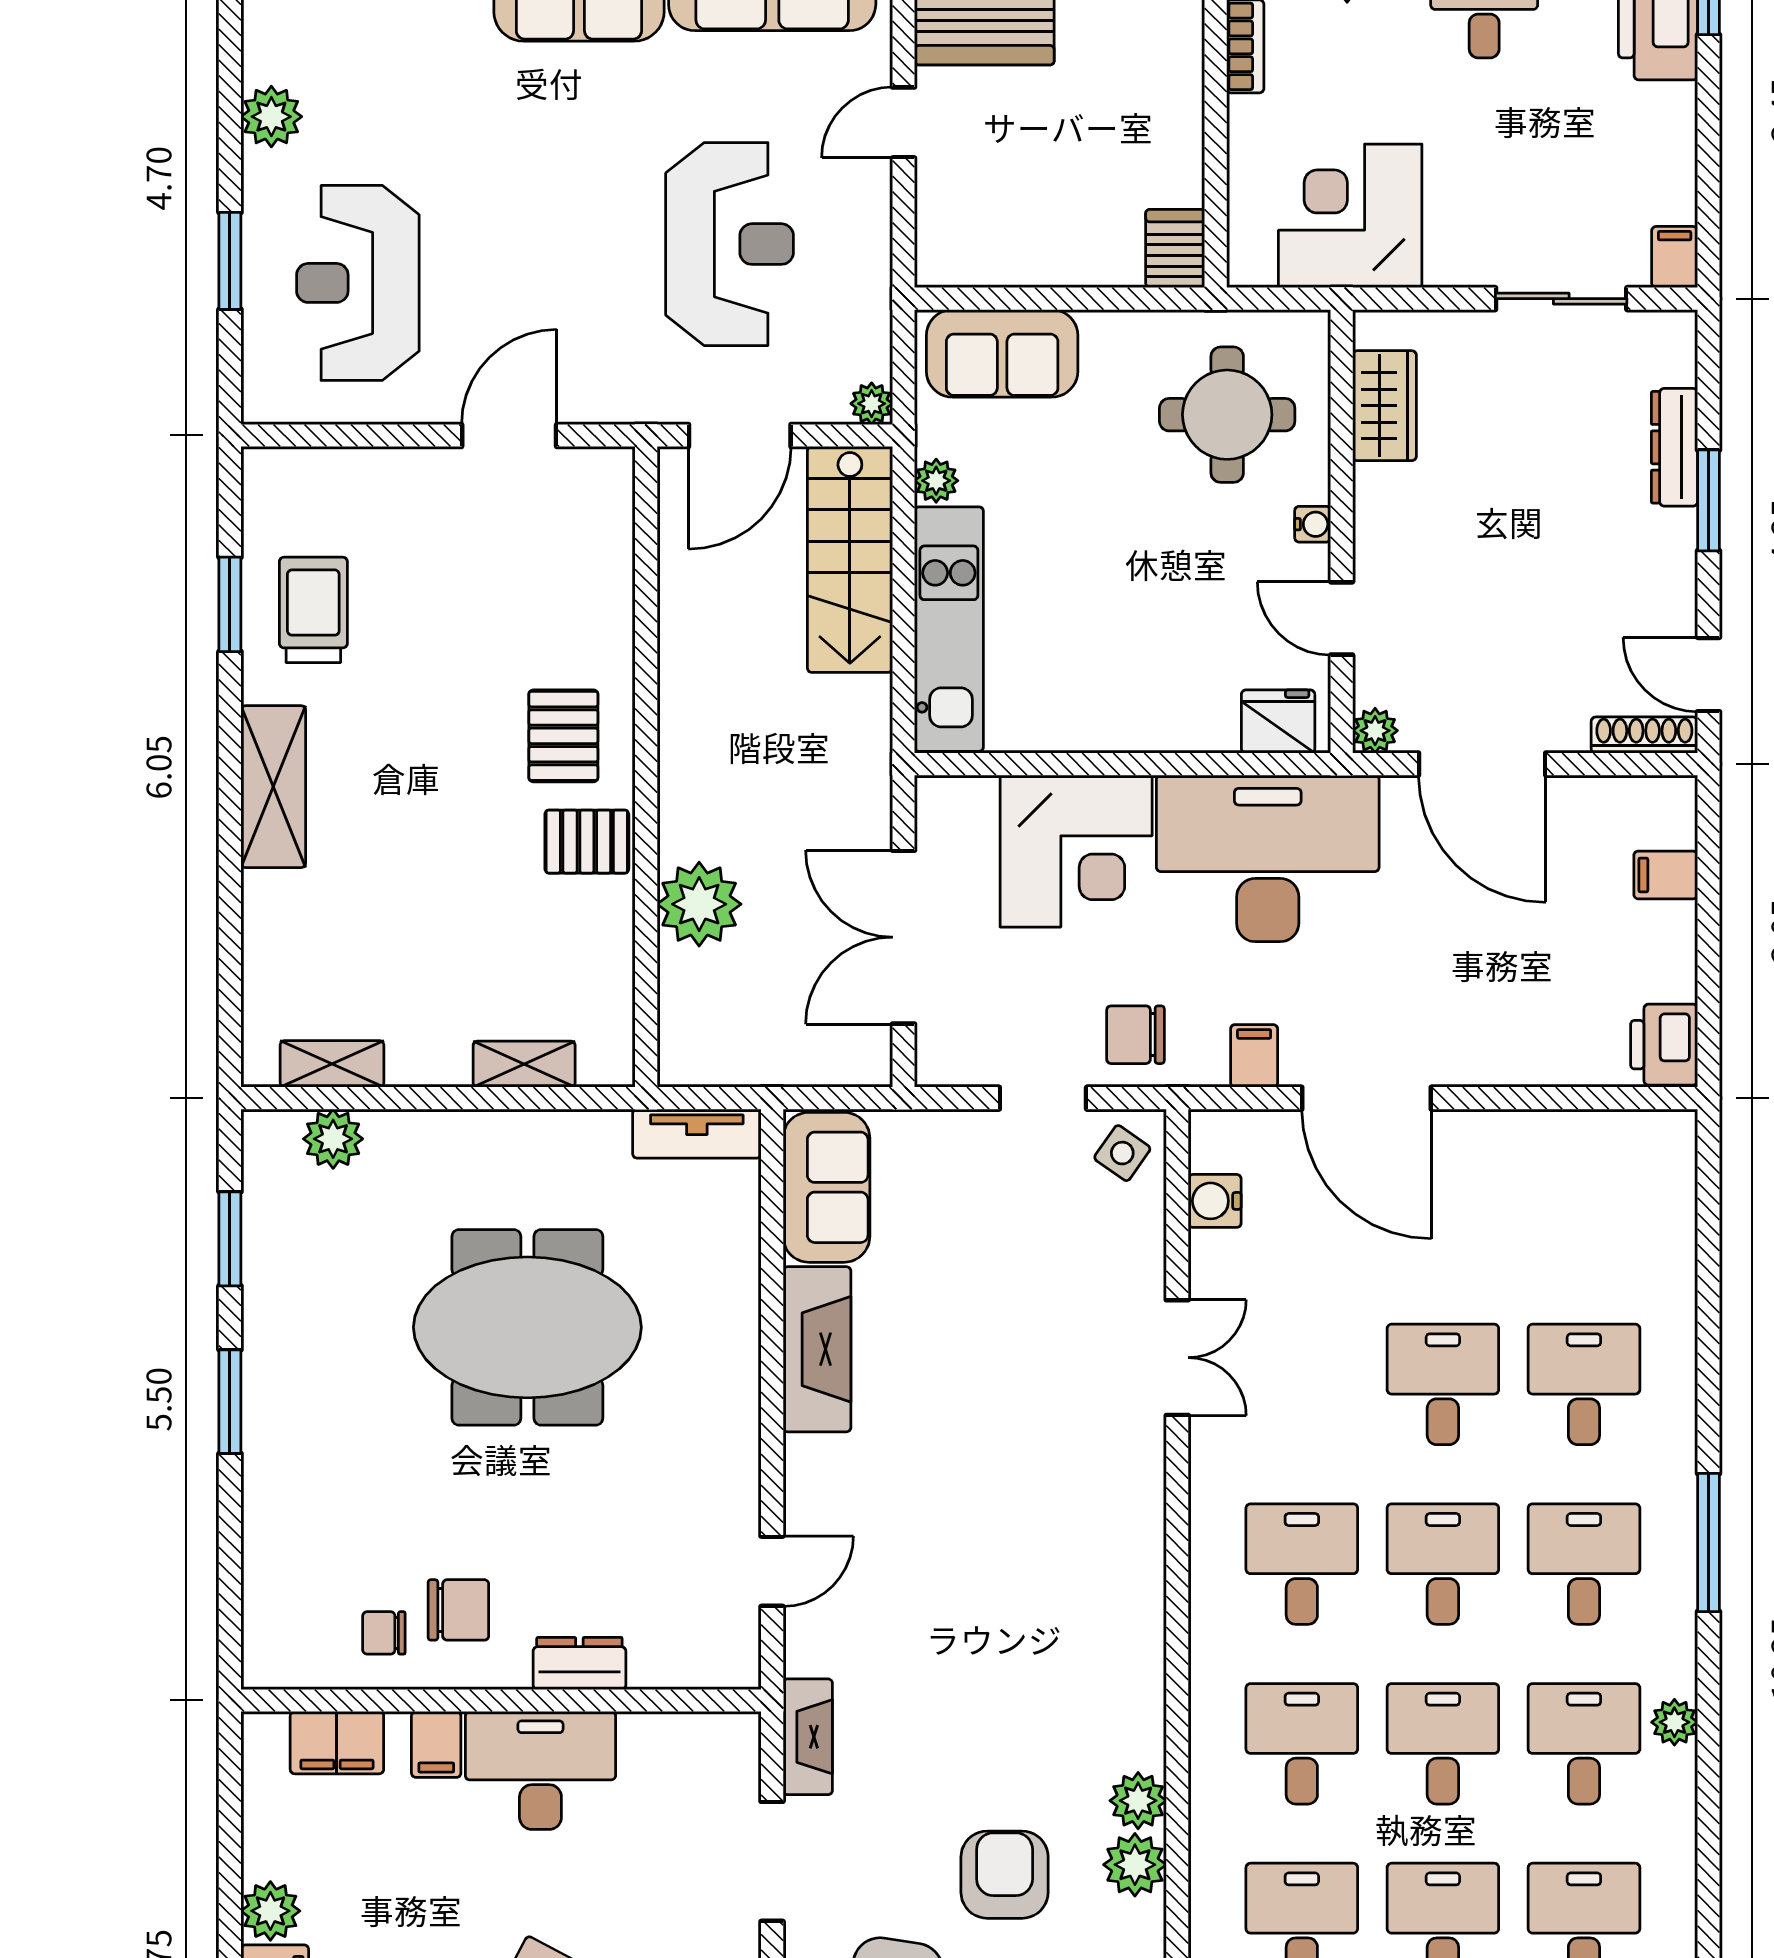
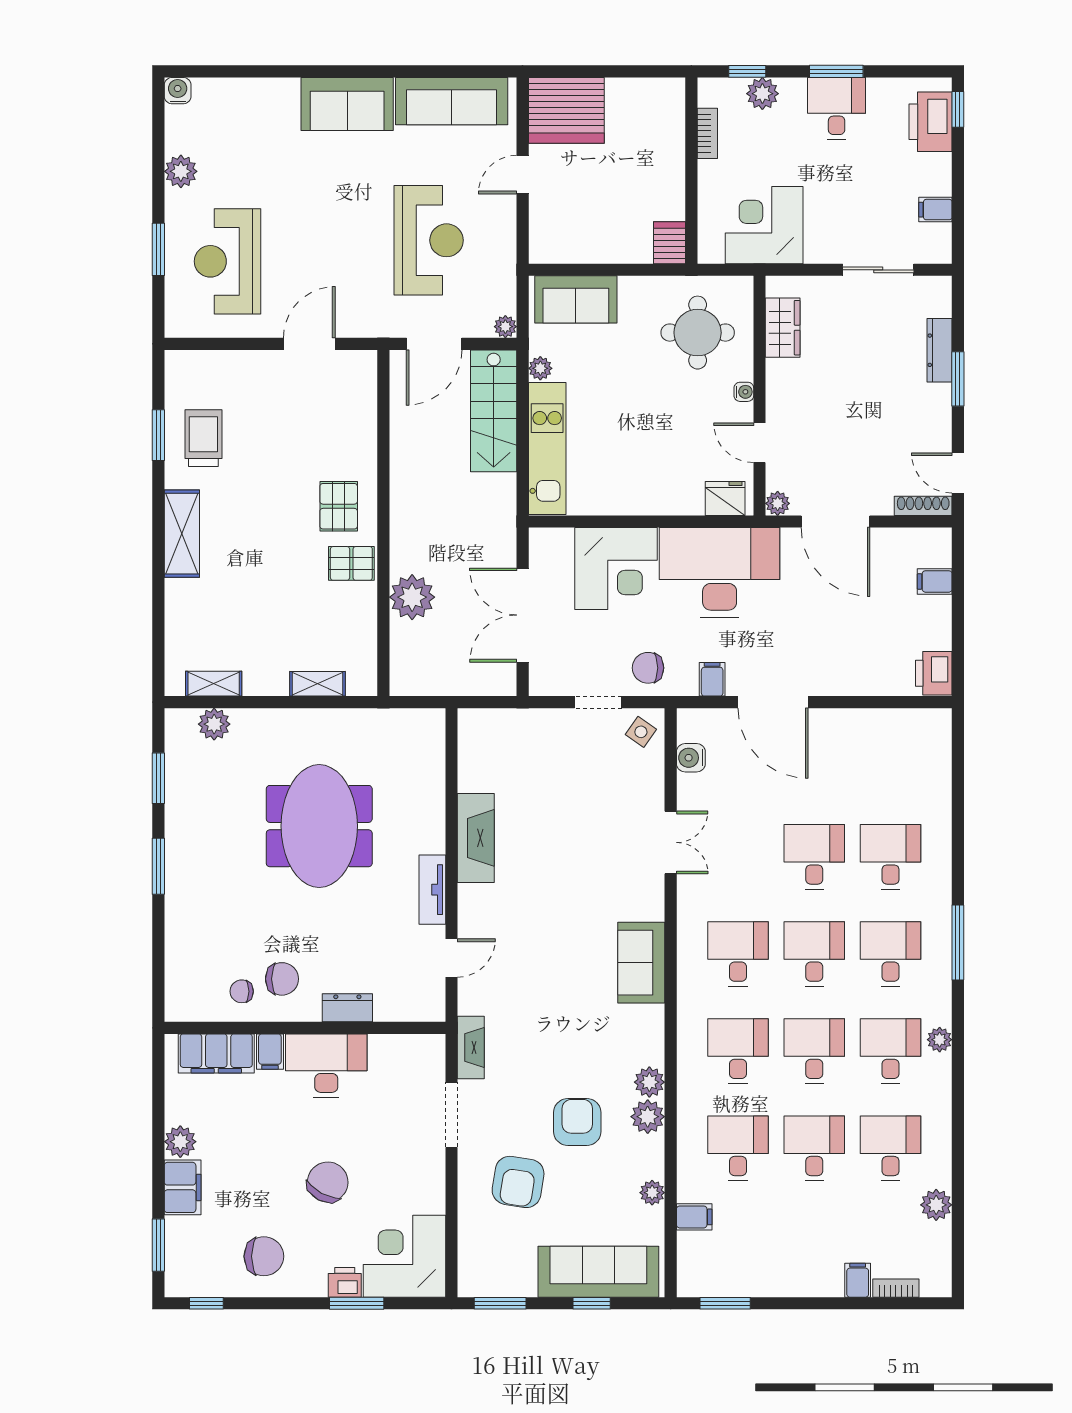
filing cabinet: (1675, 257) -> (935, 210), moved, turned -90
tv unit: (697, 1134) -> (432, 890), moved, turned 90
sofa: (826, 1187) -> (641, 963), moved, turned 180
meeting table: (527, 1327) -> (319, 826), turned 90
filing cabinet: (337, 1743) -> (216, 1053), width x1.50, depth x1.17

